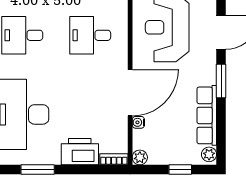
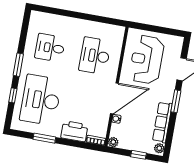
desk: (90, 35) -> (95, 56), width x1.37

